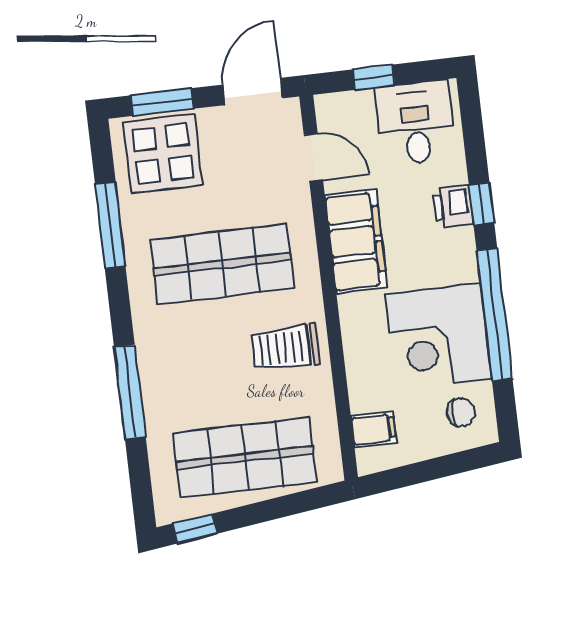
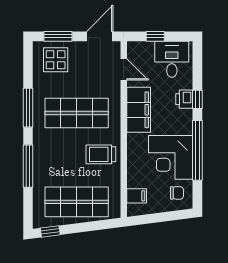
display table: (163, 154) -> (56, 60), width x0.73, depth x0.73
window: (110, 225) -> (28, 108), moved

